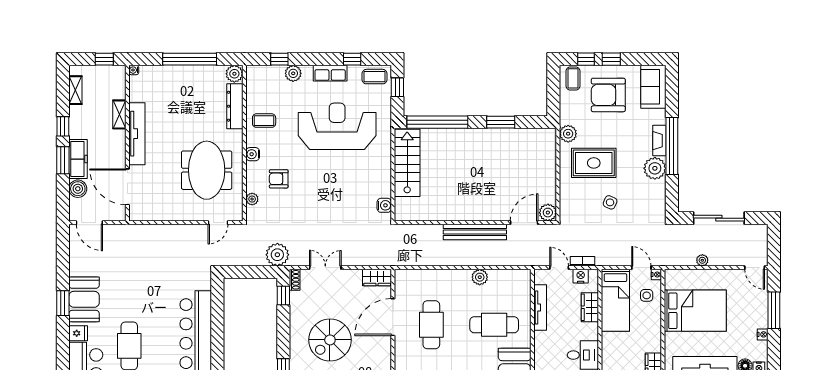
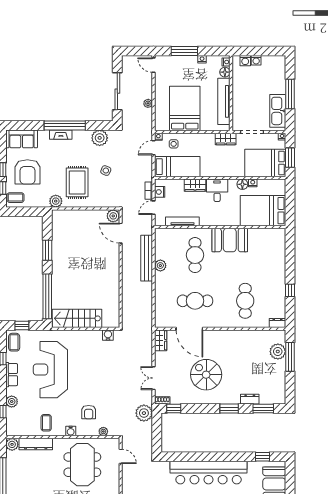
plant: (655, 168) -> (100, 138), moved
meeting table: (207, 170) -> (82, 465), turned 90
bench: (475, 232) -> (147, 258), moved
door: (755, 268) -> (153, 65), swing flipped
wardrobe: (590, 307) -> (195, 185), moved
spiral stairs: (330, 340) -> (206, 375), turned 180

